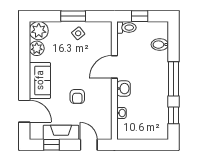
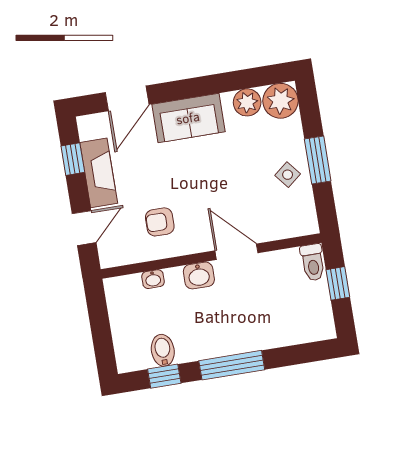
bidet: (160, 45) -> (163, 350), moved
armchair: (77, 97) -> (160, 222), moved

